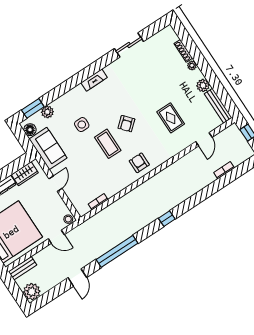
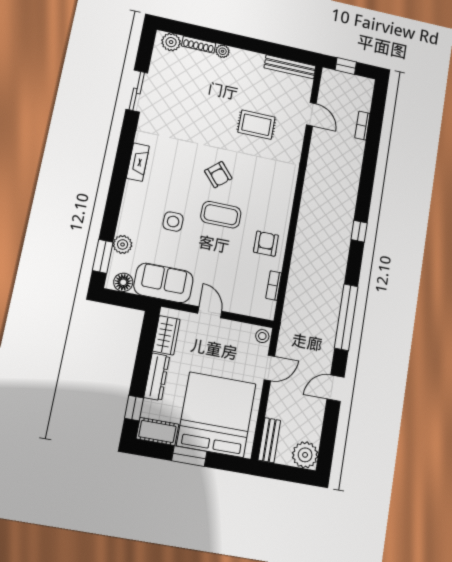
plant: (203, 85) -> (171, 42), moved
armchair: (139, 163) -> (266, 244), moved, turned 90
door: (77, 278) -> (336, 388), swing flipped

